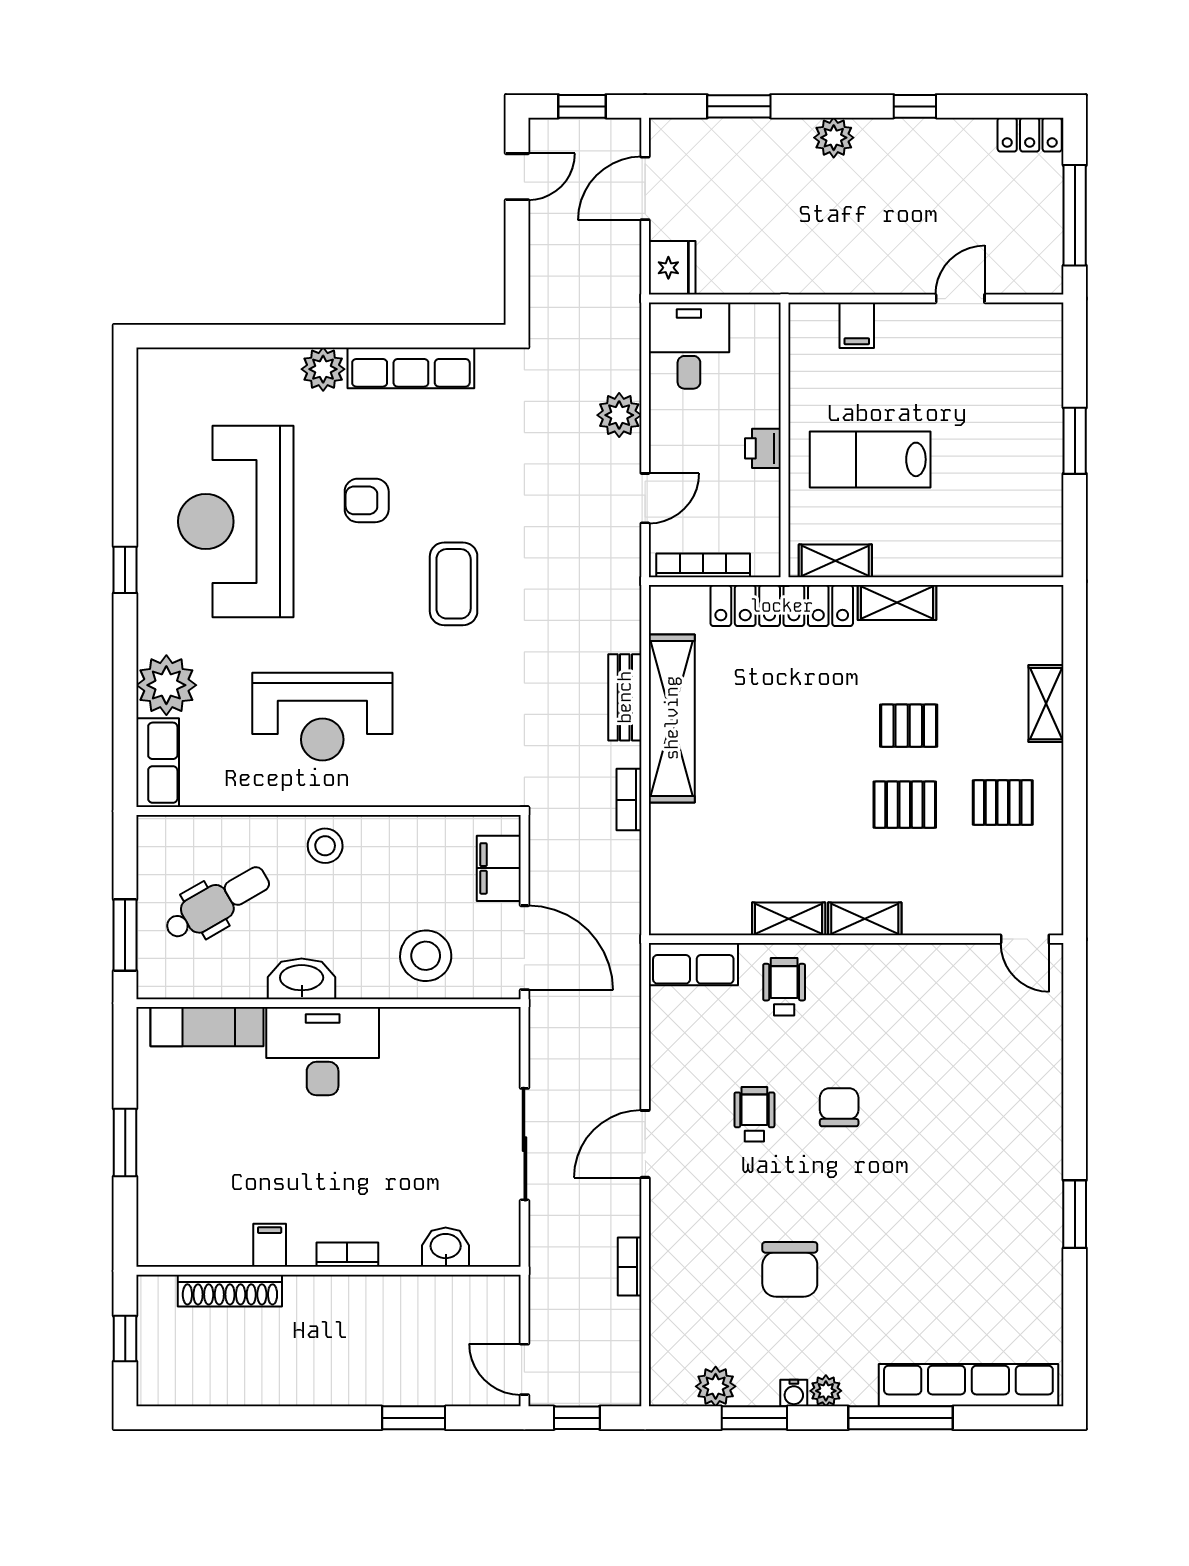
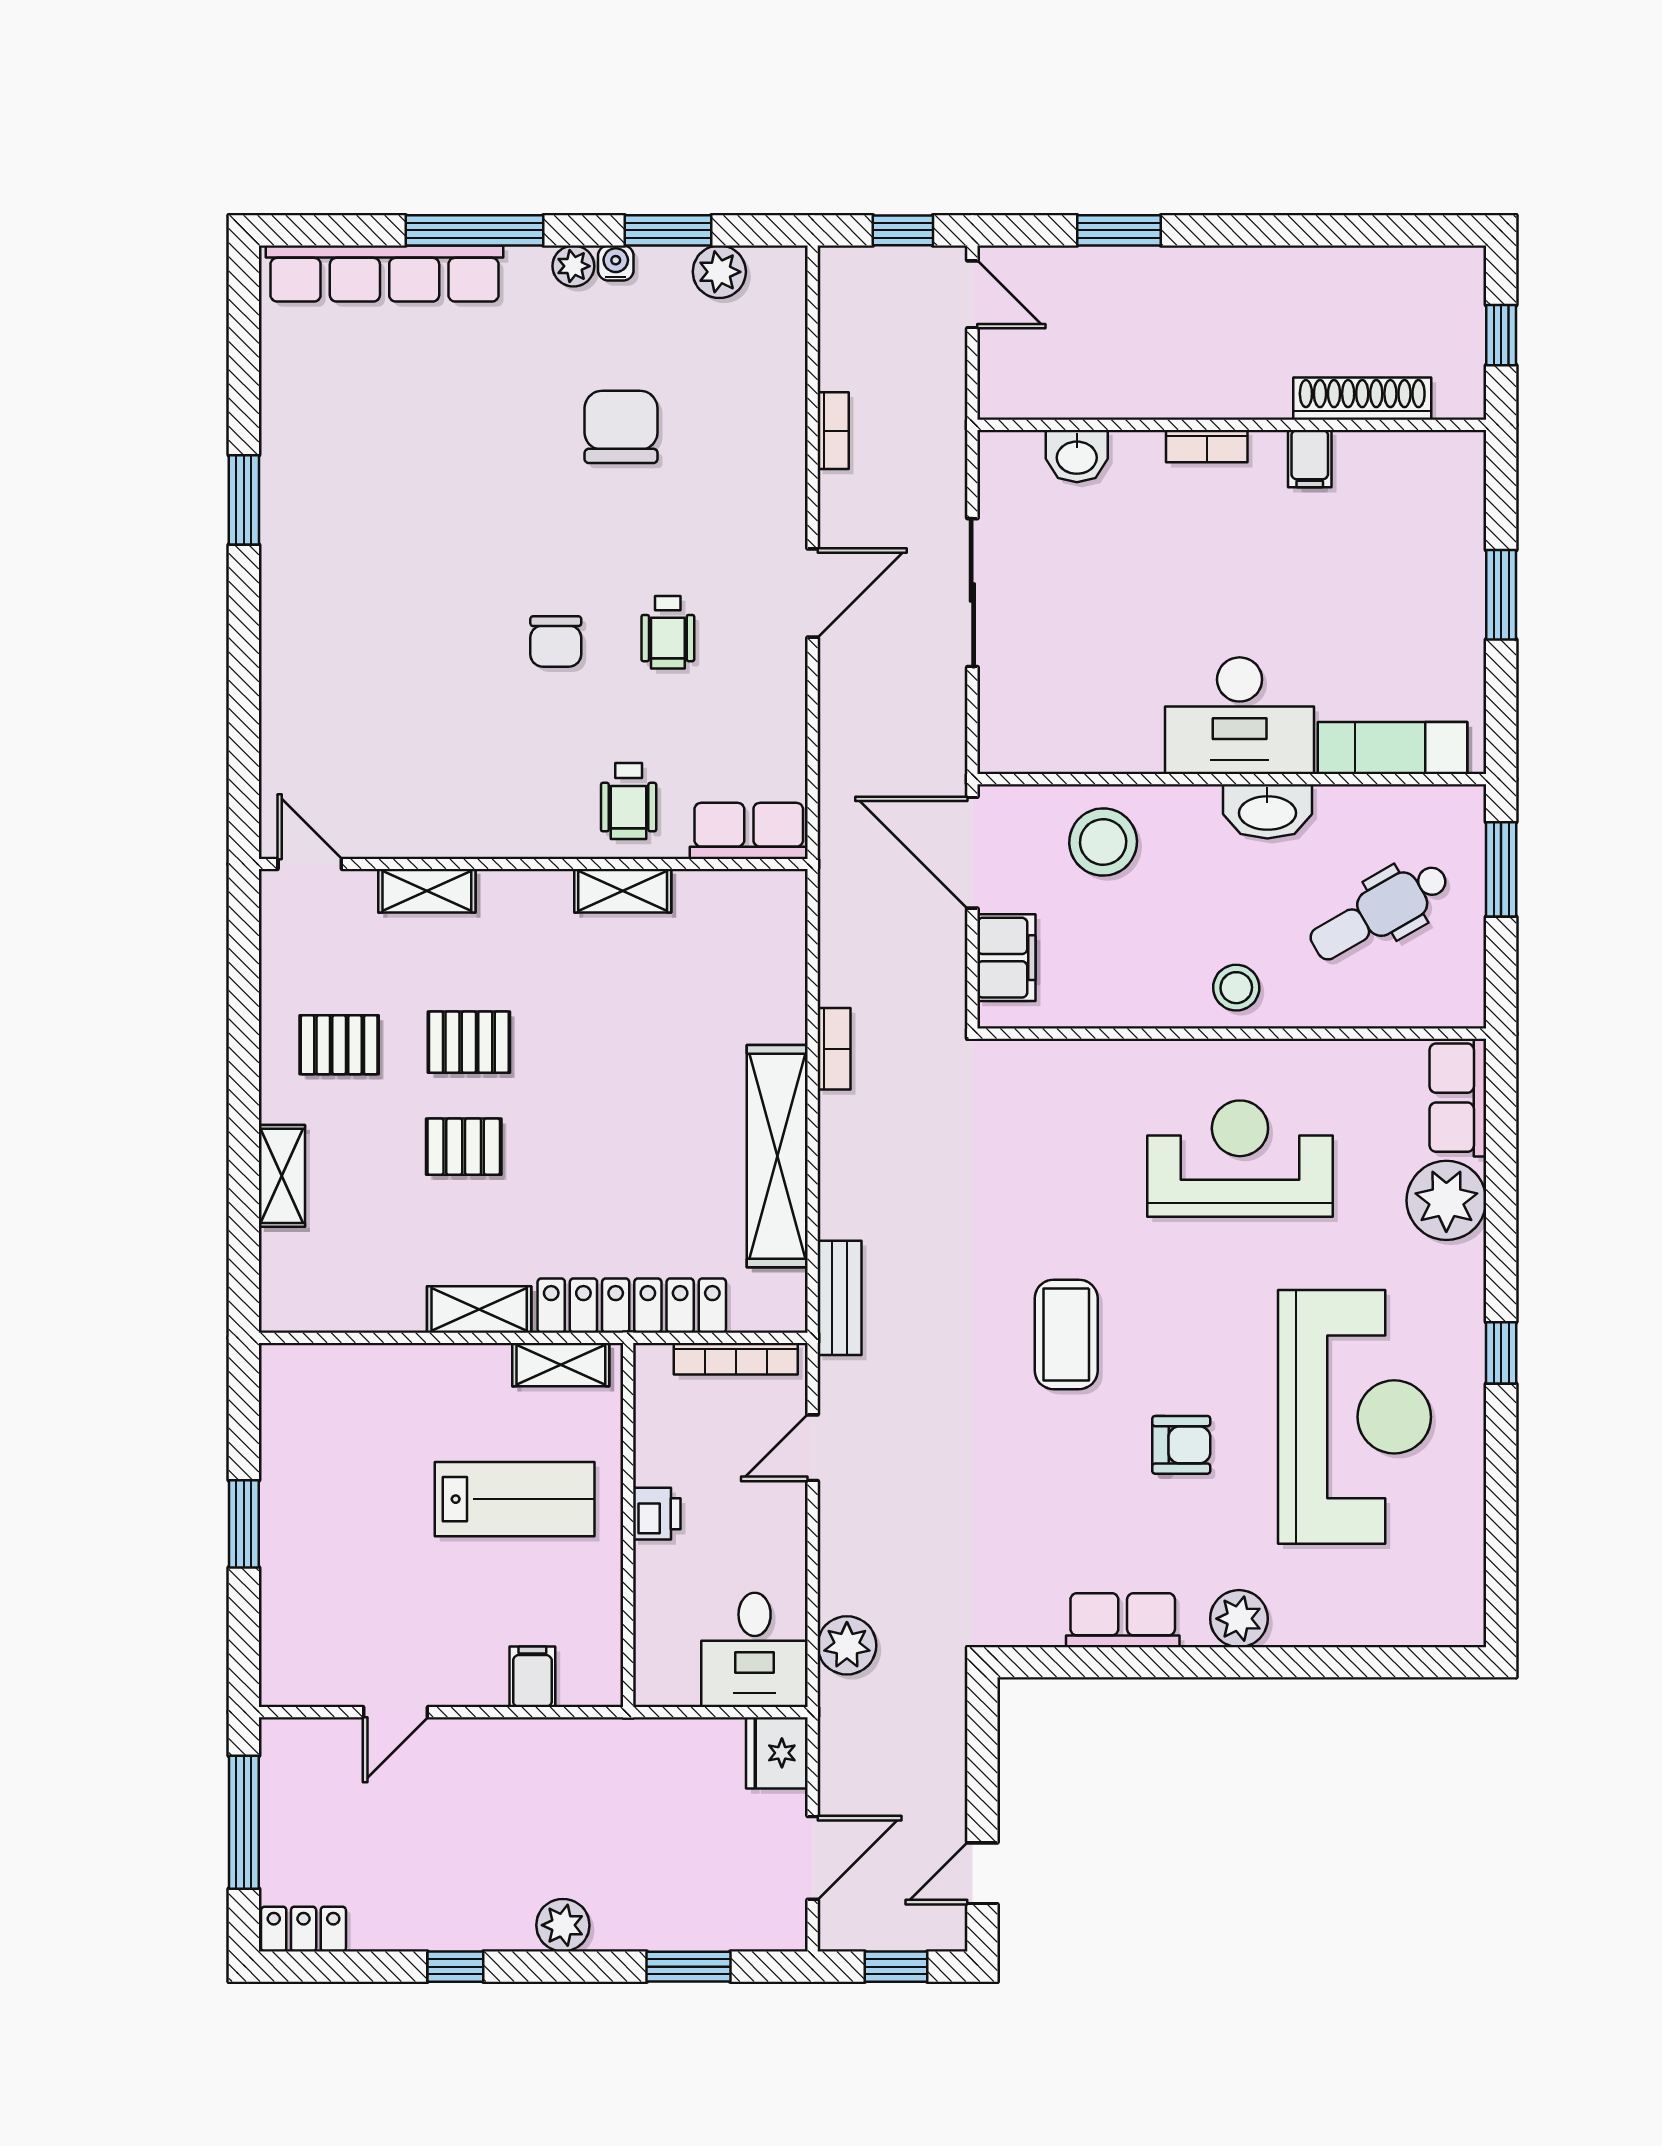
row of seats: (411, 368) -> (1123, 1620), width x0.68
plant: (619, 415) -> (847, 1645), moved
bench: (625, 697) -> (840, 1298), moved
shelving: (865, 919) -> (427, 891), moved

